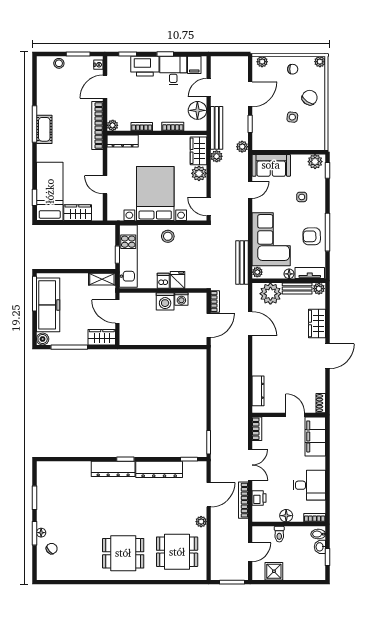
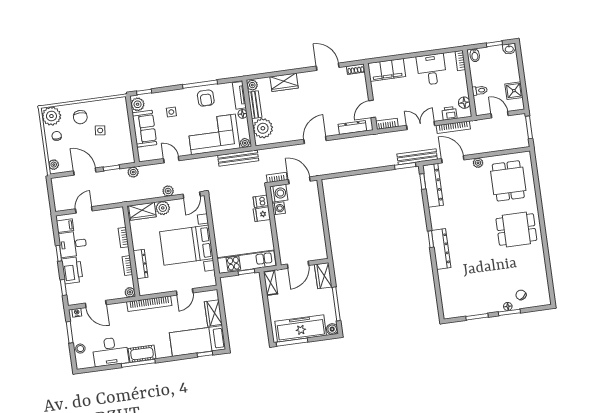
plant: (320, 62) -> (51, 116), width x1.87, depth x1.87
door: (209, 88) -> (84, 210), swing flipped
desk: (51, 95) -> (110, 352), added
chair: (310, 98) -> (80, 117), turned -126
floor lamp: (197, 110) -> (106, 217), removed
bookcase: (97, 125) -> (149, 304), moved
bench: (217, 128) -> (417, 157), moved
dresser: (123, 141) -> (141, 264), moved
plant: (217, 156) -> (168, 191), moved
sofa: (271, 165) -> (144, 129), moved
stool: (168, 236) -> (224, 228), removed
dishwasher: (163, 281) -> (261, 201), moved
washing machine: (165, 301) -> (279, 193), moved
door: (250, 324) -> (315, 140), moved
door: (327, 356) -> (328, 67), moved
door: (295, 415) -> (372, 109), moved
dresser: (159, 469) -> (433, 185), moved
floor lamp: (286, 516) -> (464, 103), moved
washbasin: (320, 547) -> (509, 49), moved
dining table: (123, 553) -> (516, 229), turned 90

